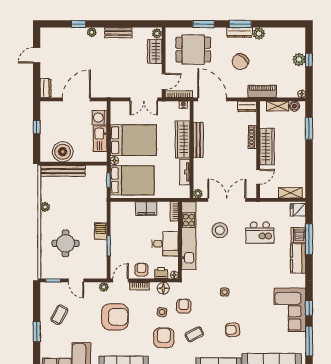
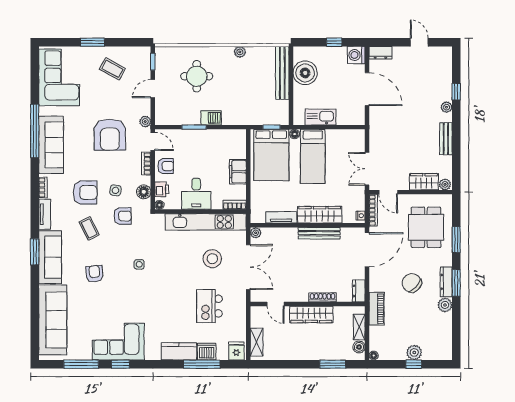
washing machine: (99, 118) -> (356, 55), moved, turned -90
bed: (133, 140) -> (313, 156), width x0.67

